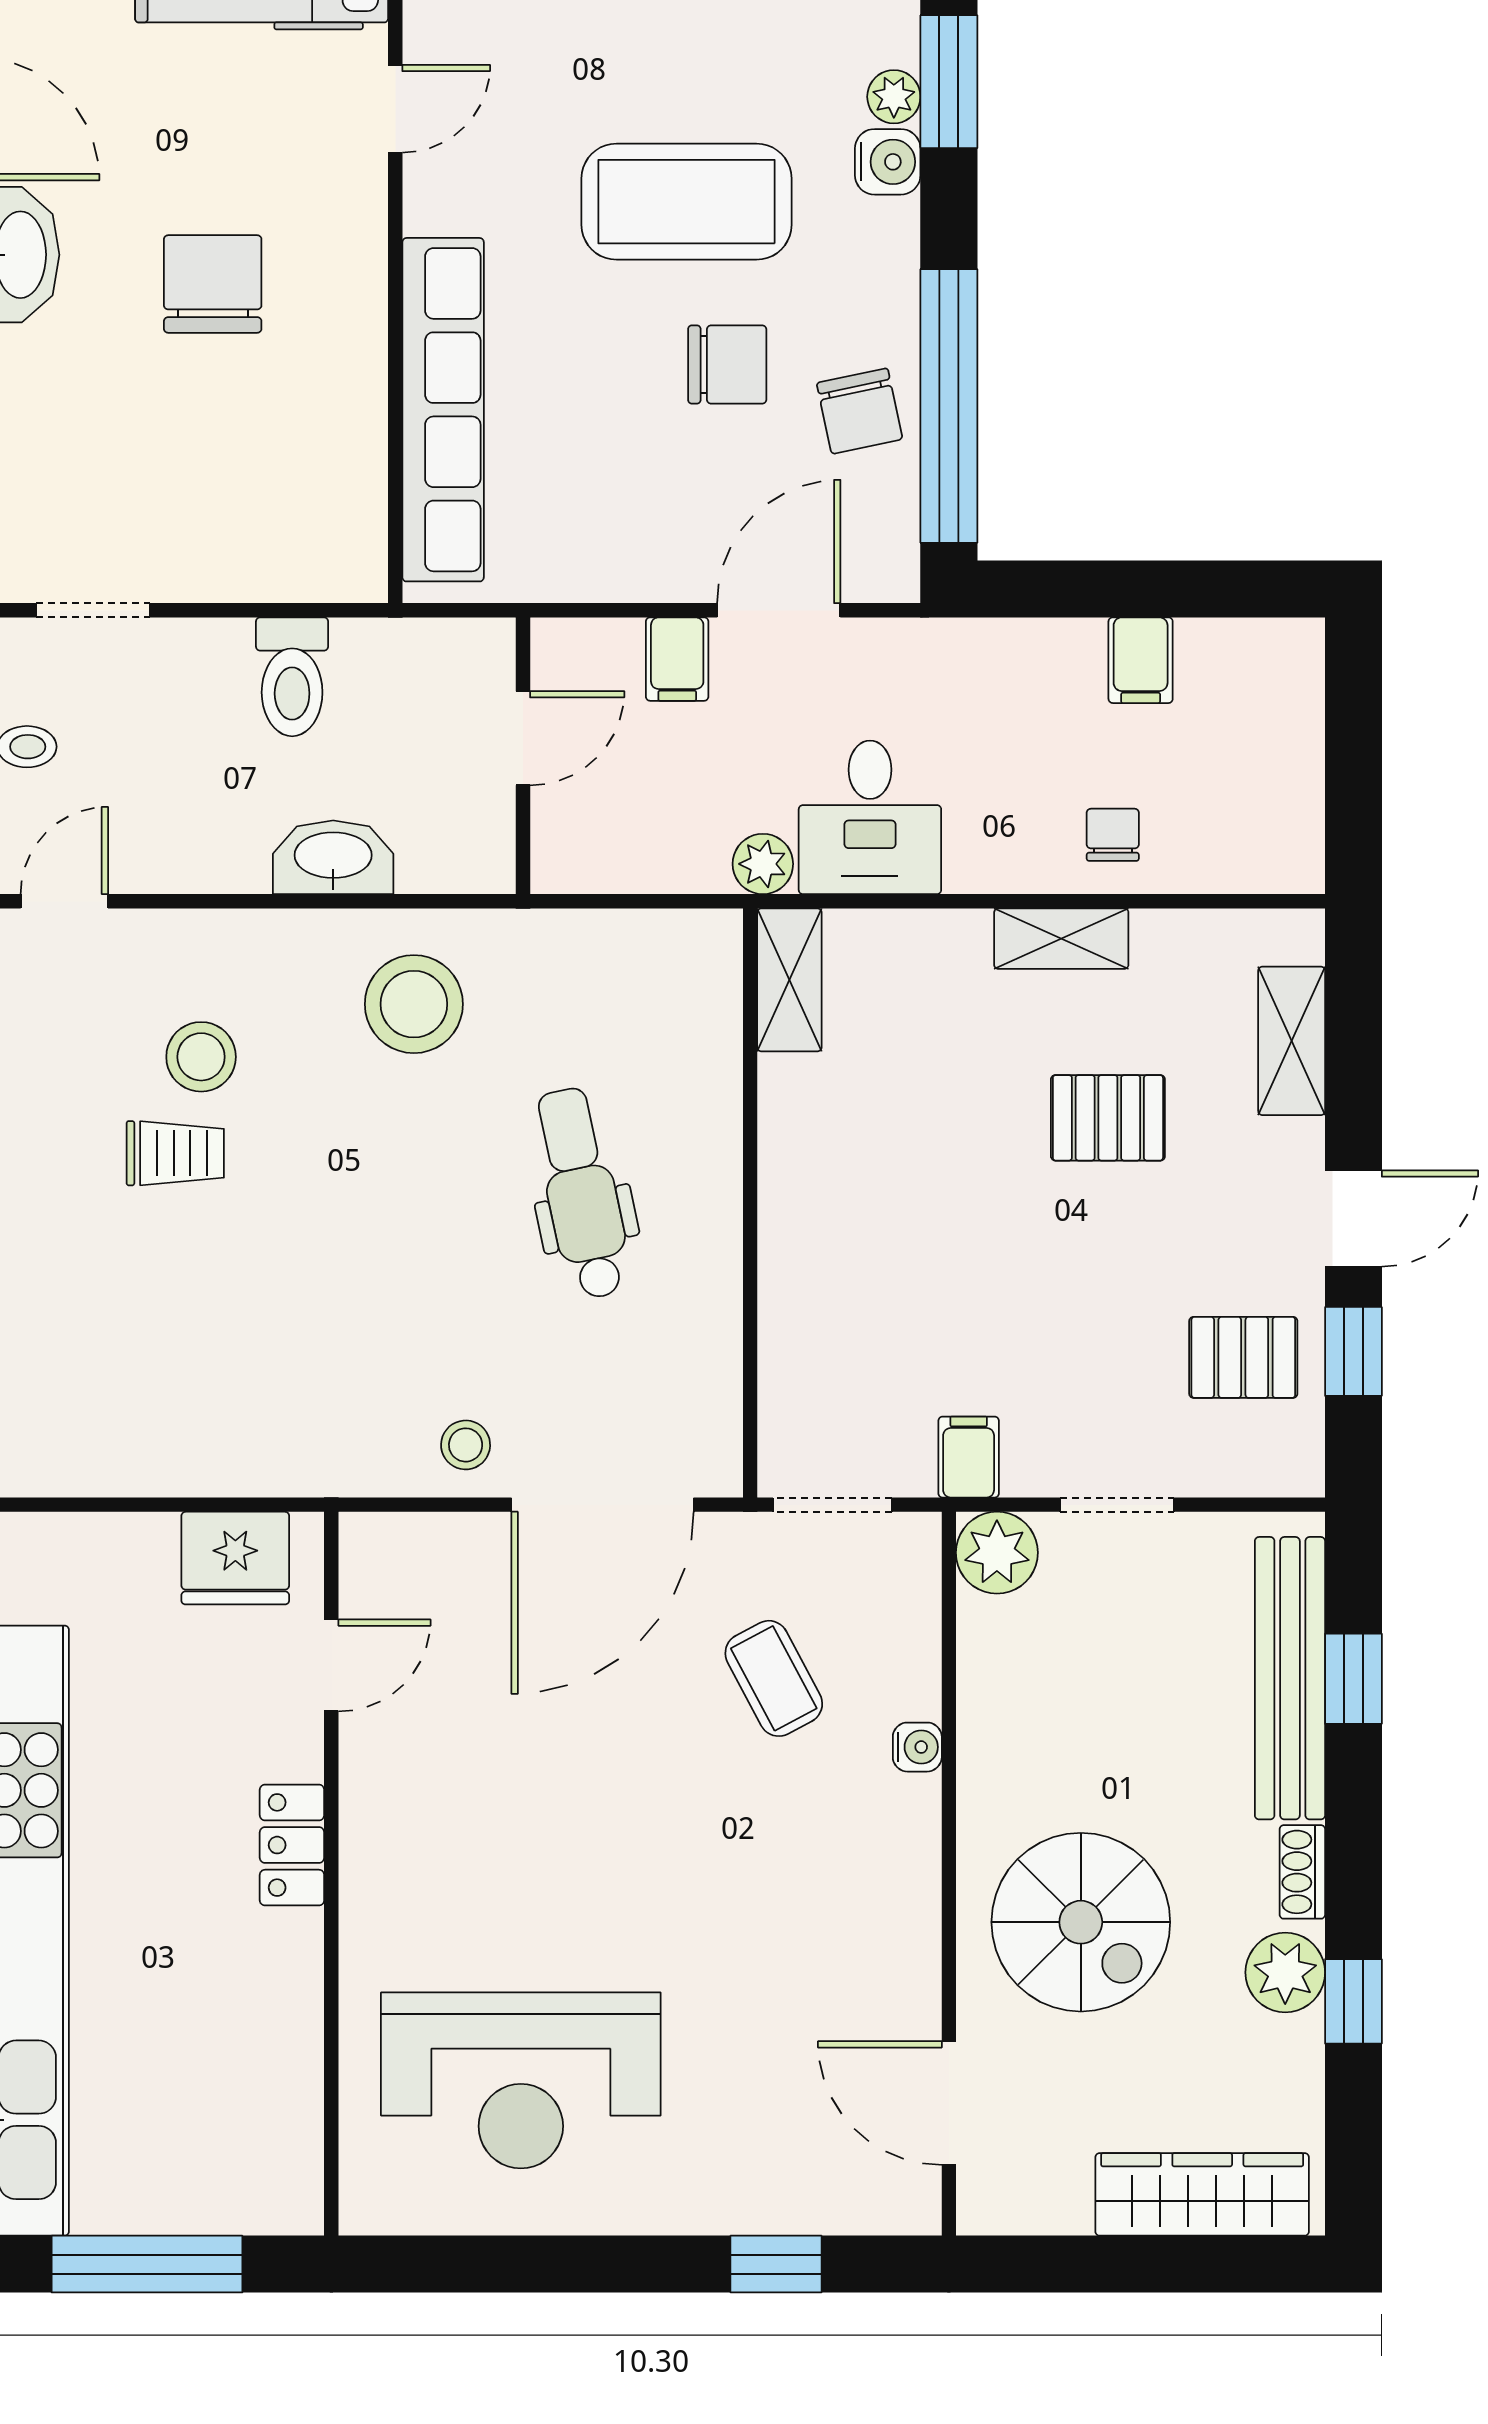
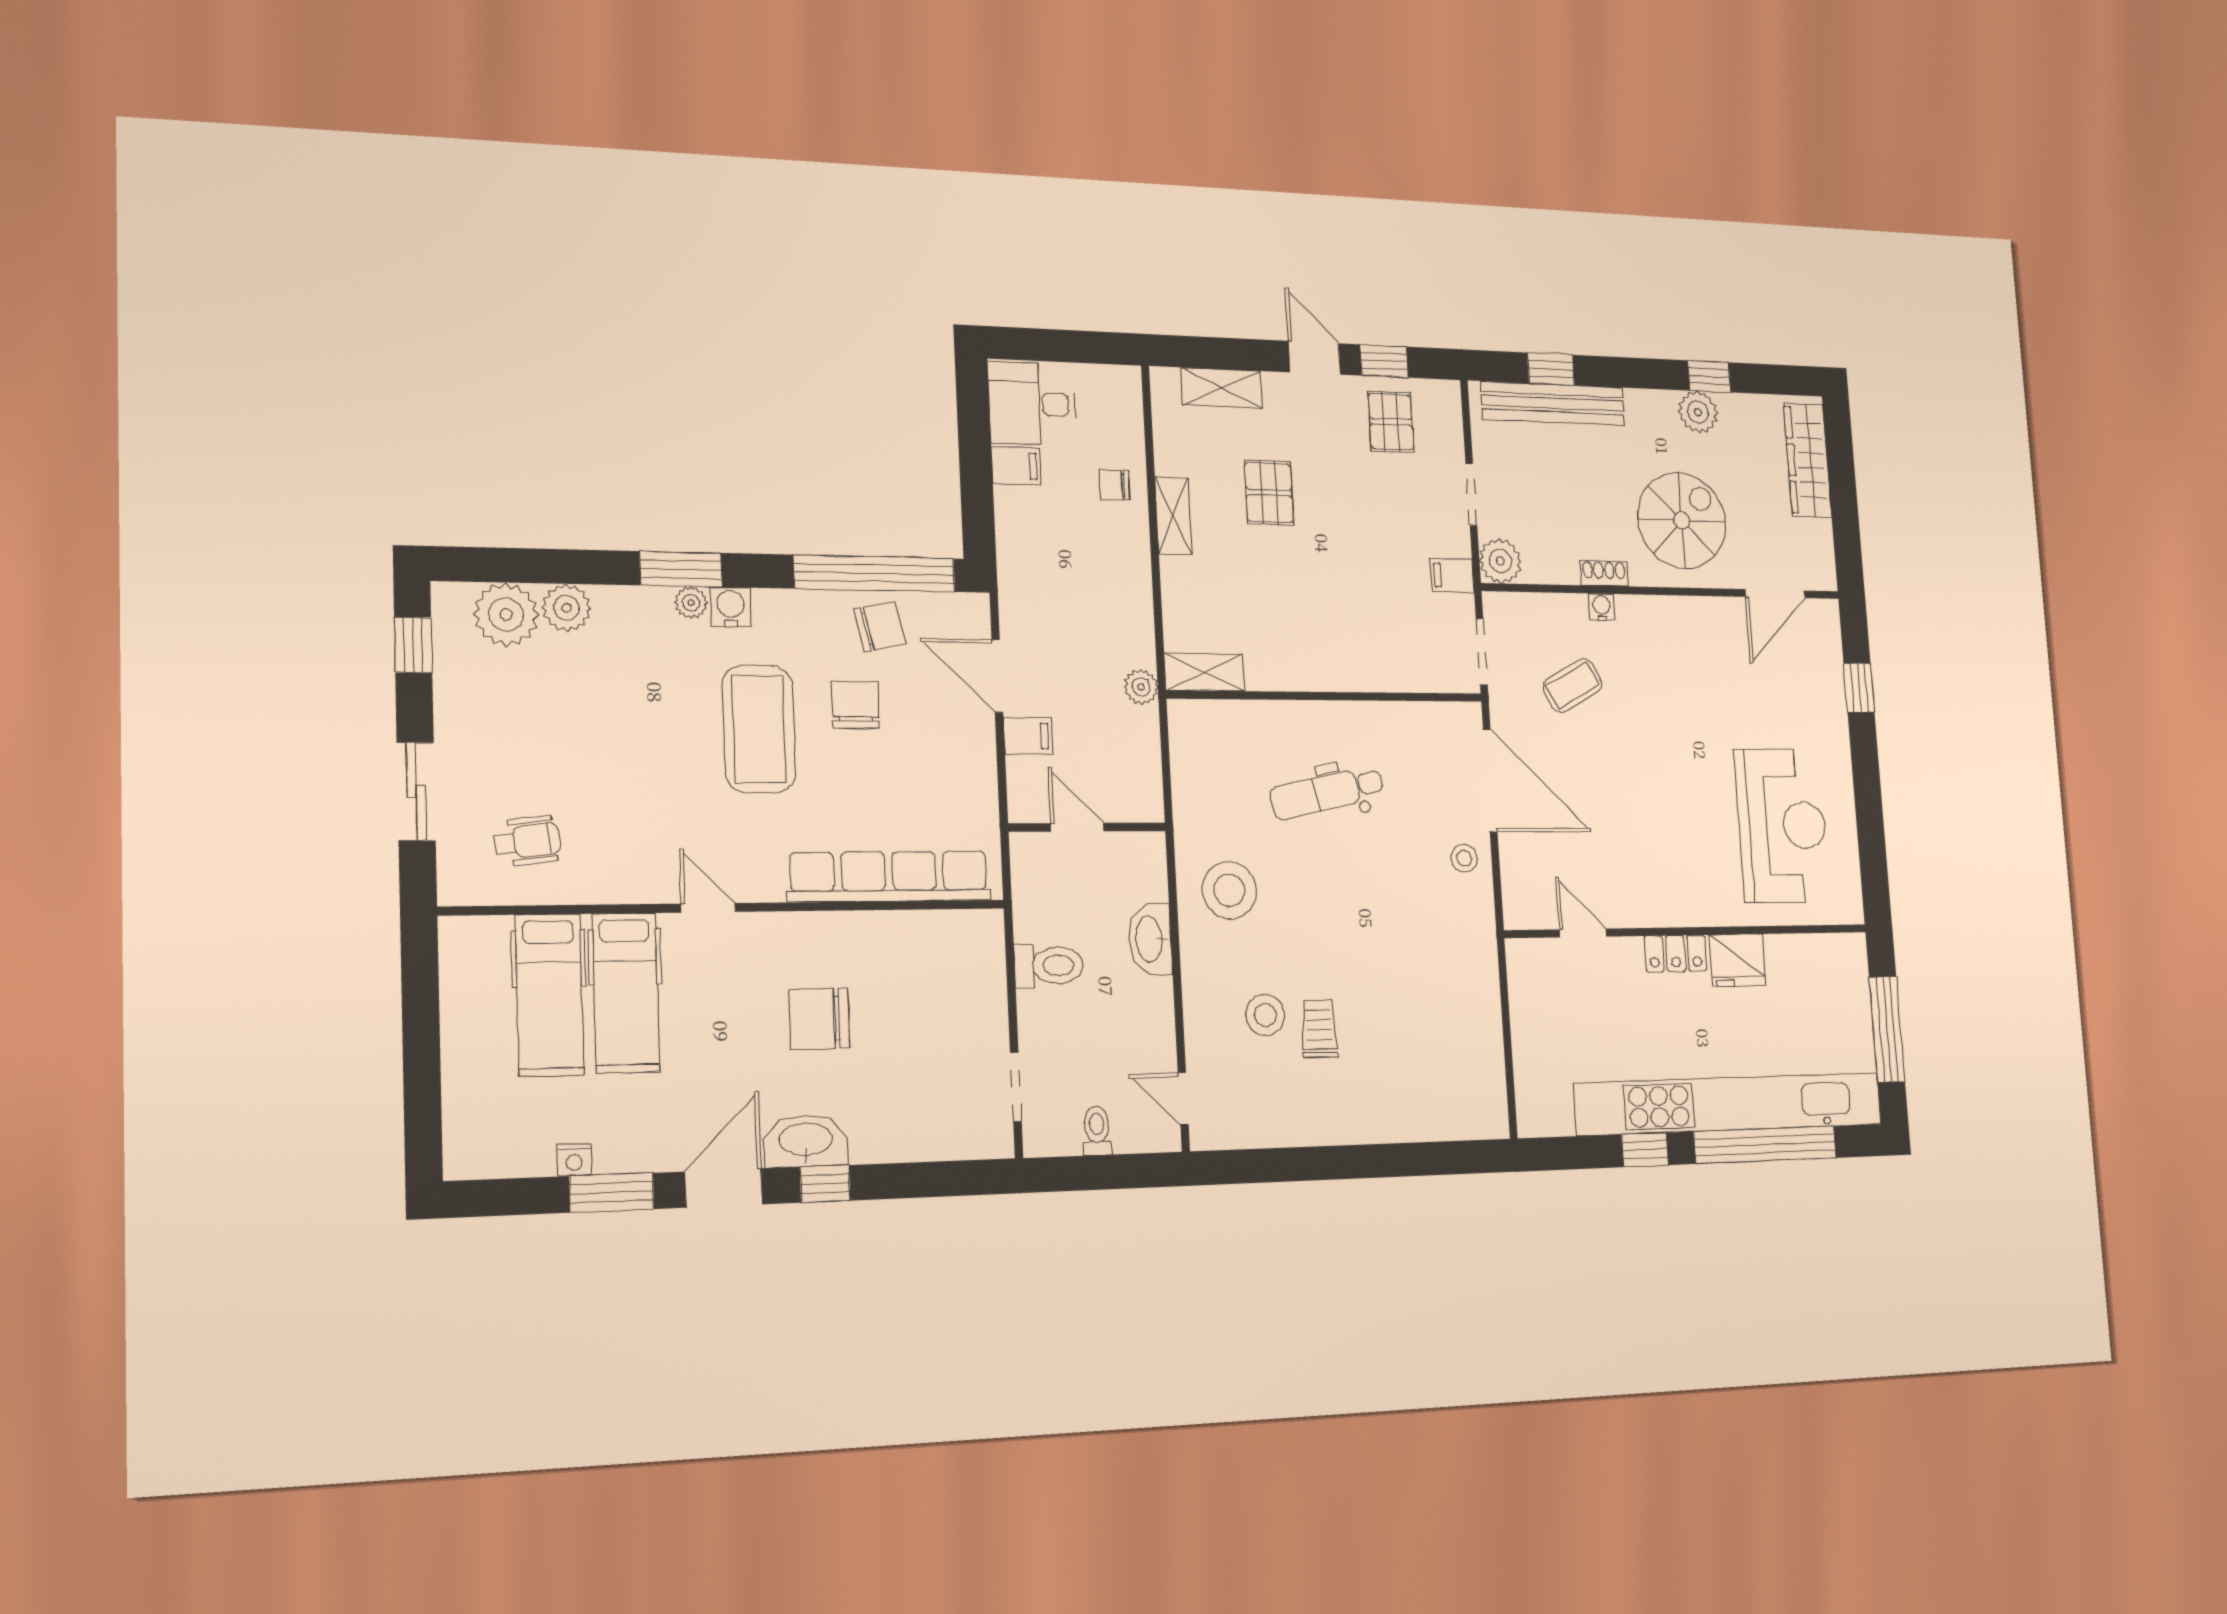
desk: (870, 817) -> (1032, 404), moved, turned 180
fridge: (235, 1558) -> (1737, 960), moved, turned 90
shoe rack: (1302, 1872) -> (1604, 574), moved, turned 180

